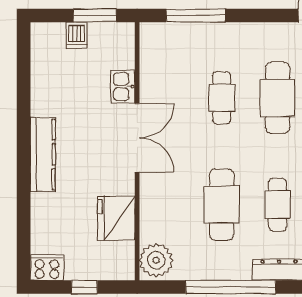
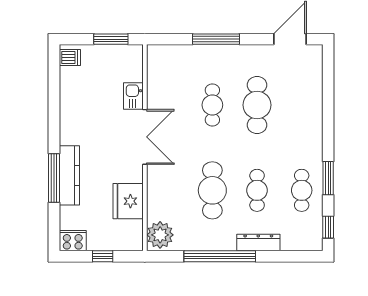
window: (195, 15) -> (216, 39), moved
dishwasher: (77, 35) -> (70, 57), moved, turned -90
kitchen counter: (43, 154) -> (69, 175), moved
window: (24, 189) -> (54, 178), added

